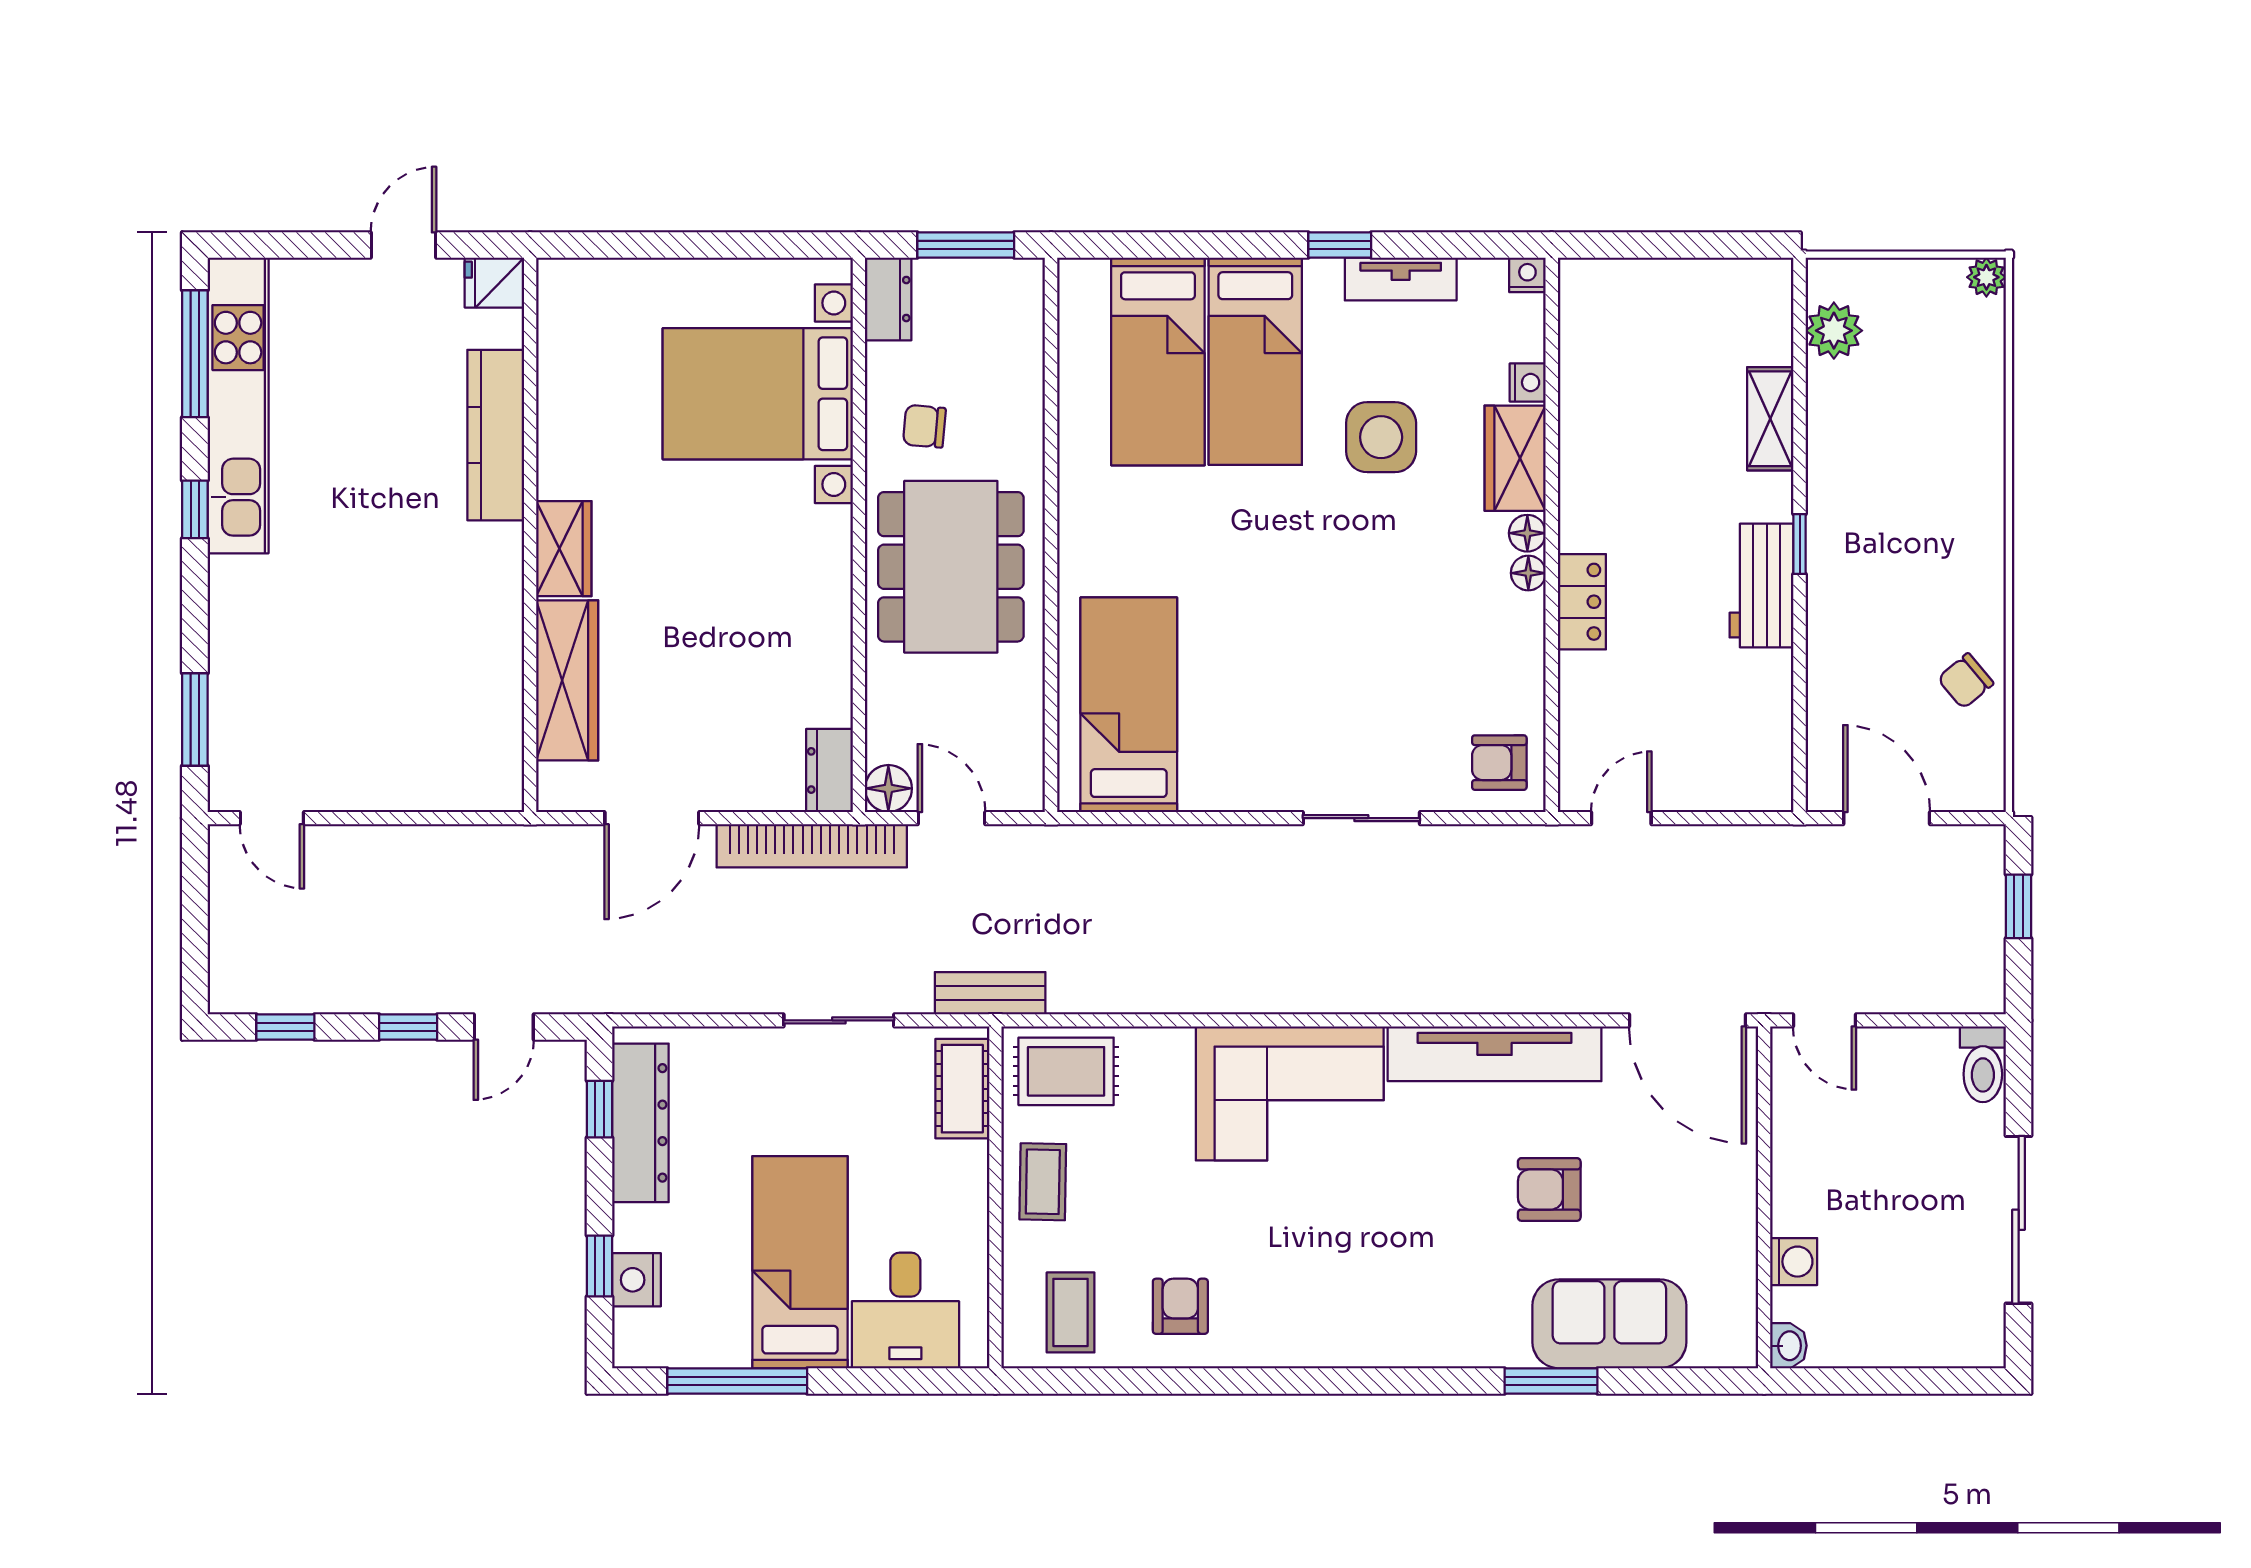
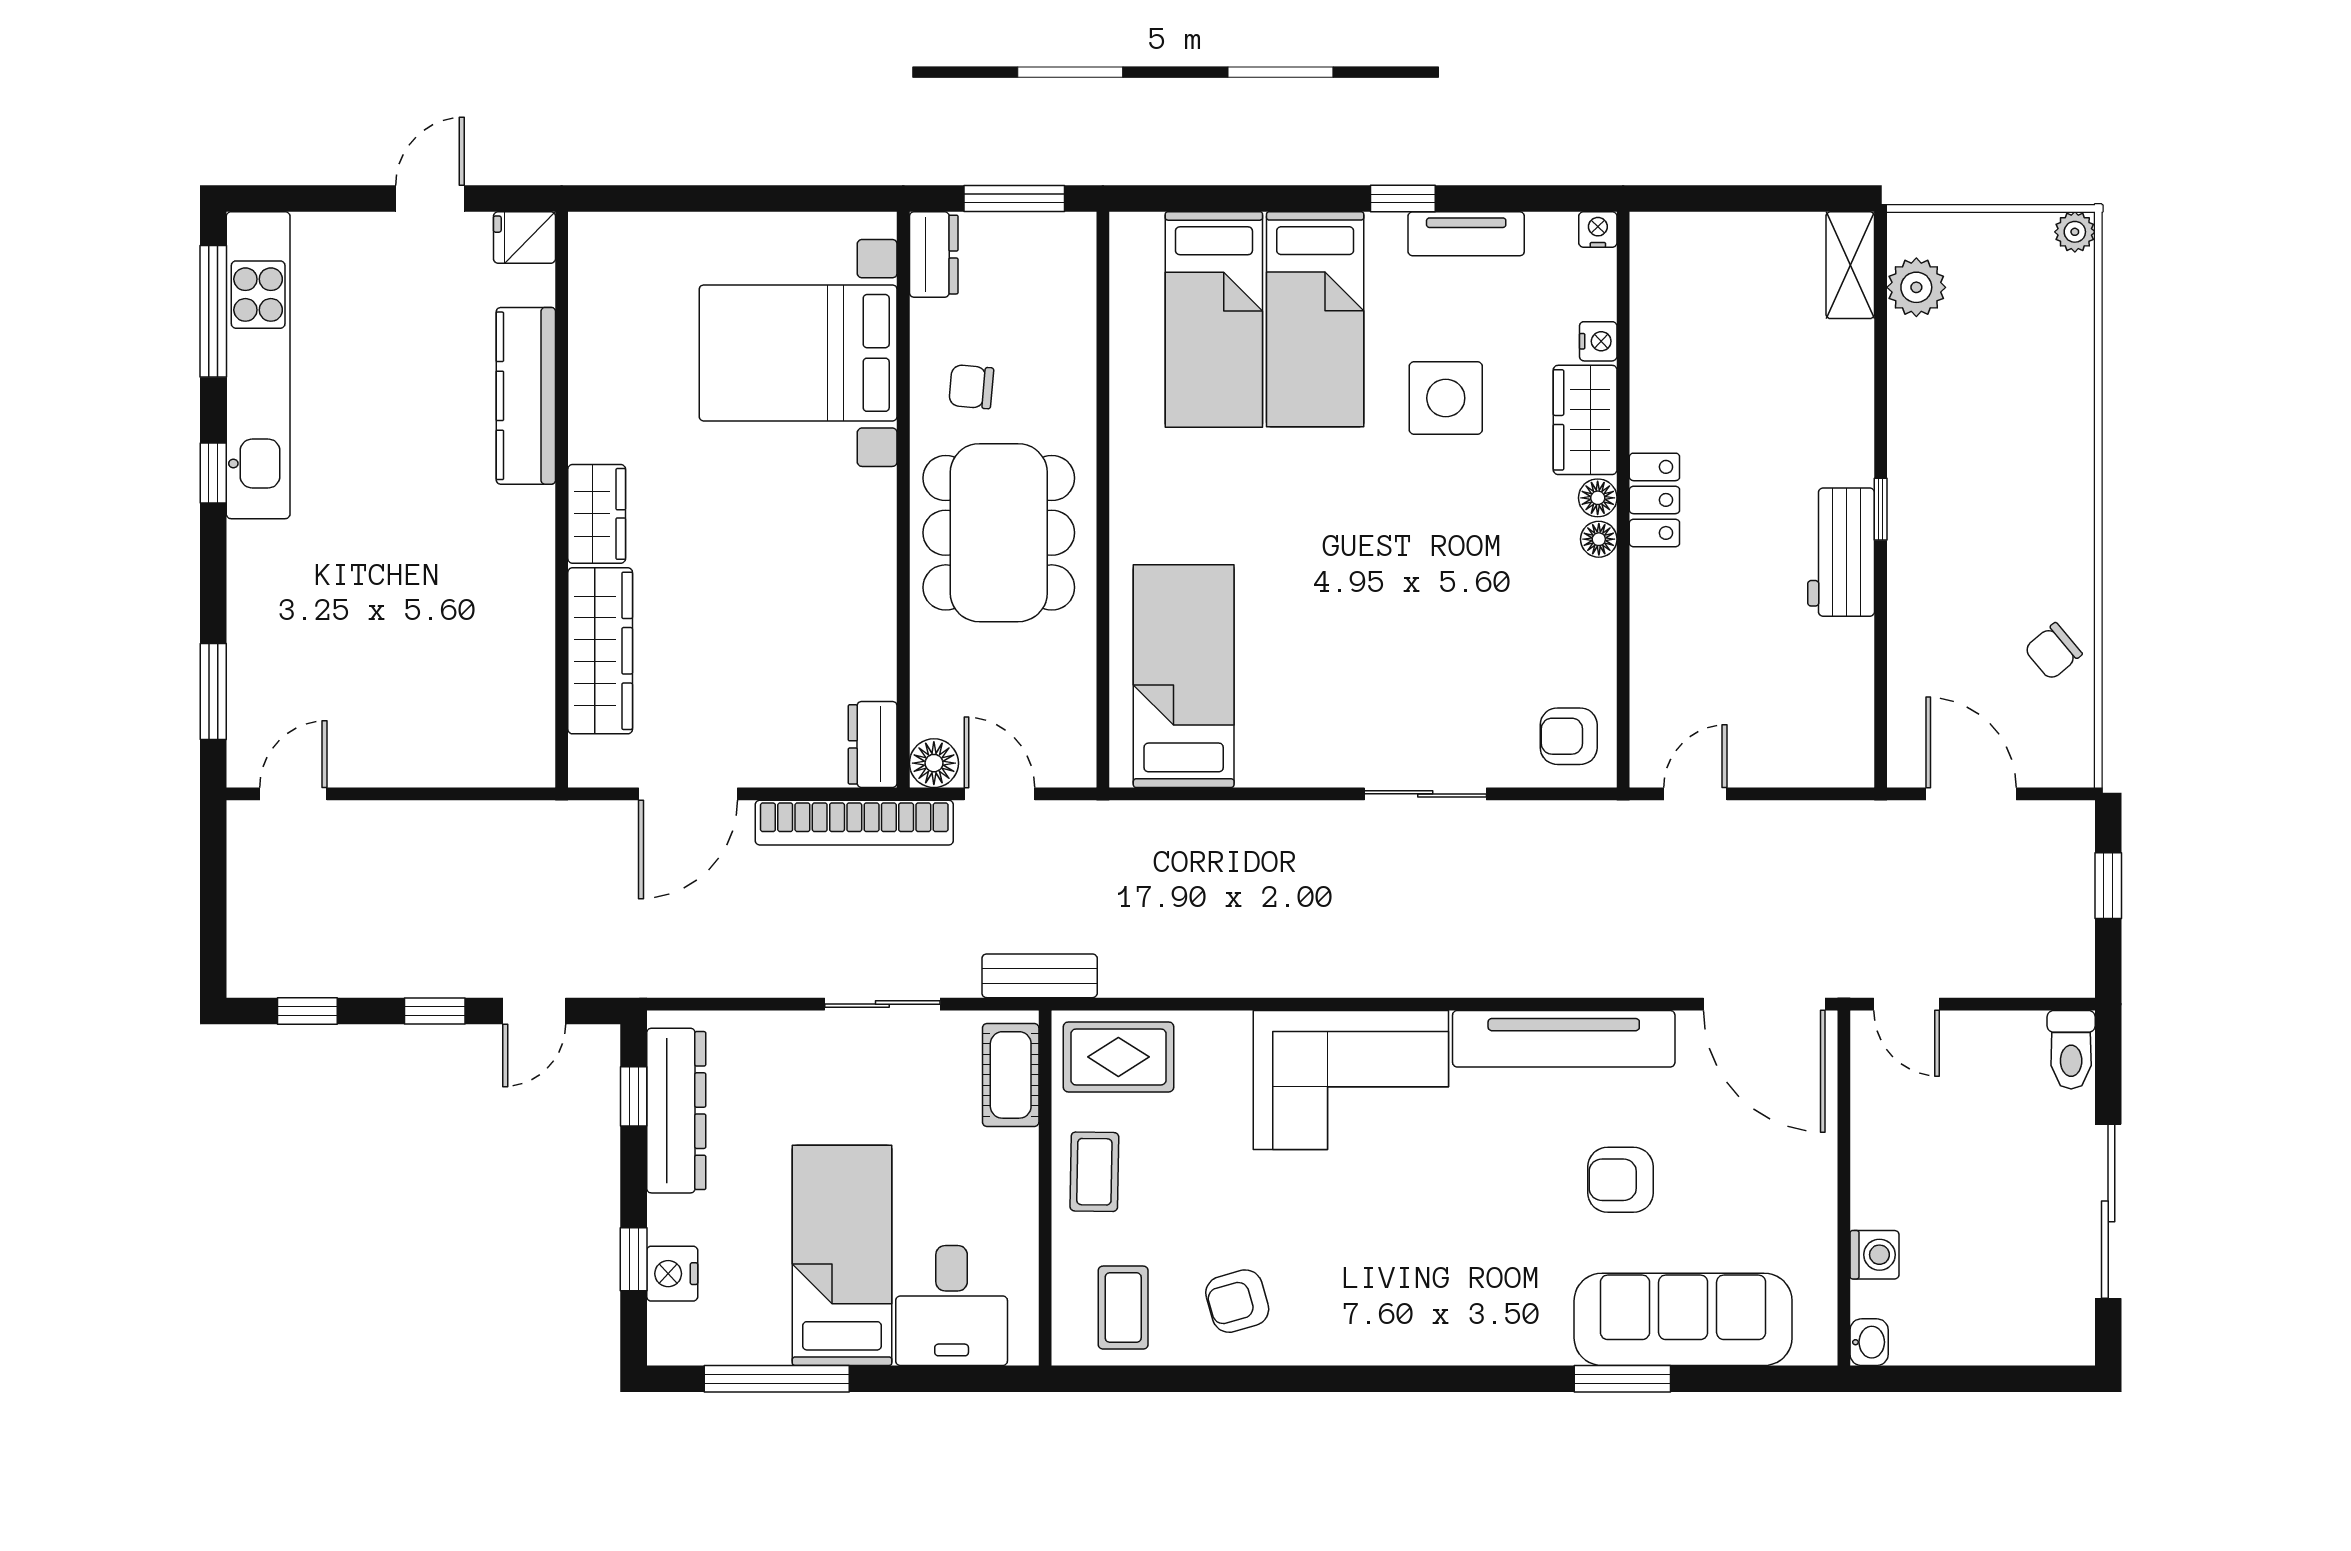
shelving: (1770, 419) -> (1850, 265), moved
locker: (1582, 602) -> (1654, 500), moved
door: (272, 818) -> (293, 794), swing flipped
armchair: (1180, 1306) -> (1237, 1301), turned -106
sofa: (1609, 1324) -> (1683, 1319), width x1.36

